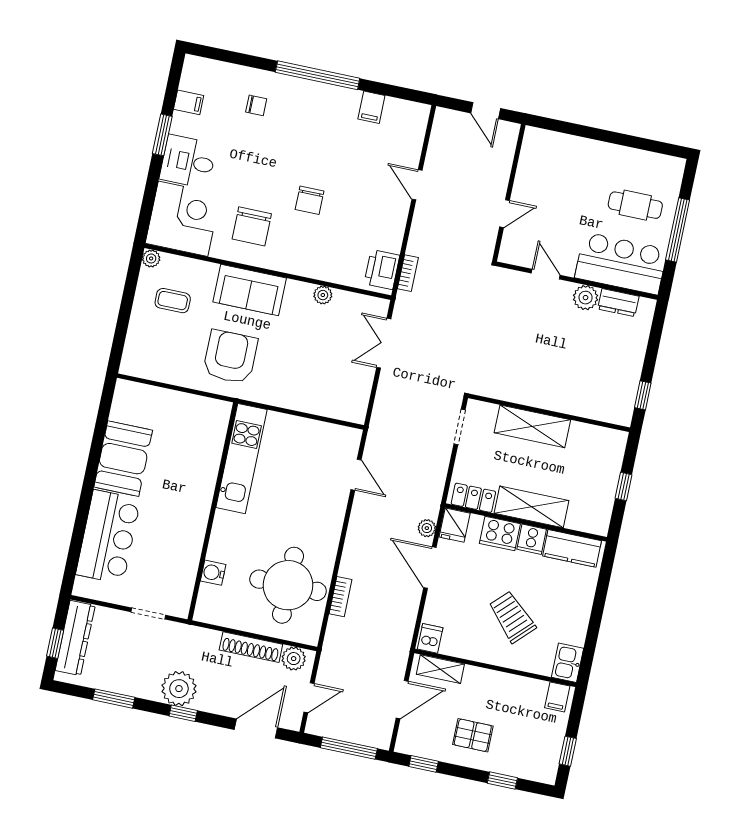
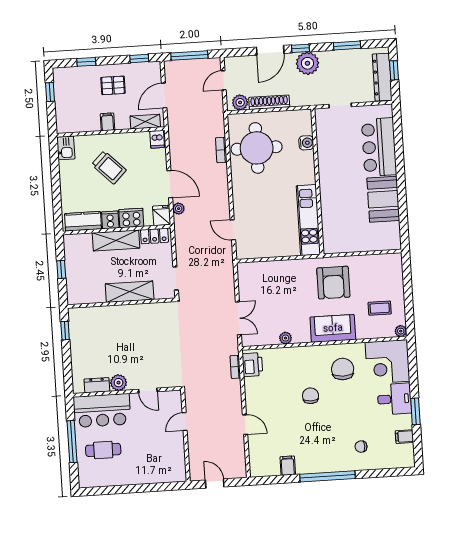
filing cabinet: (557, 697) -> (108, 122), moved
door: (256, 729) -> (270, 50), moved

